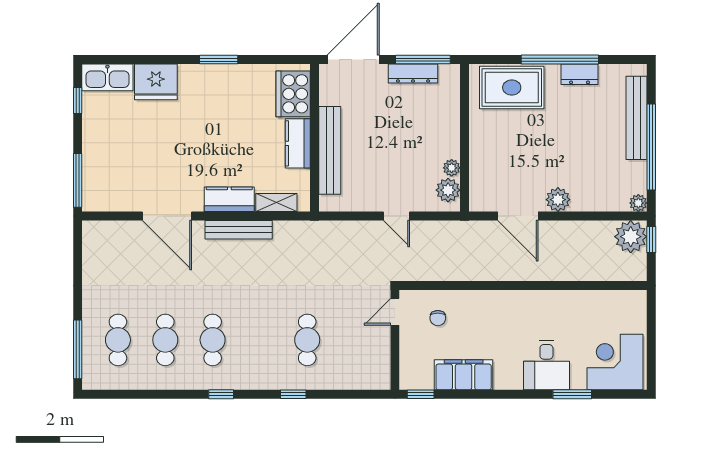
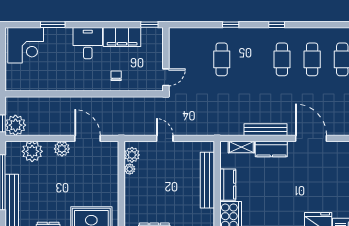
plant: (638, 203) -> (32, 151), moved, width x1.88, depth x1.88
chair: (438, 318) -> (116, 76), moved
desk: (546, 365) -> (88, 43), moved

